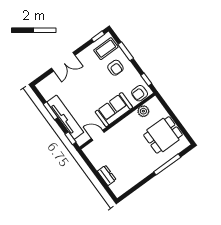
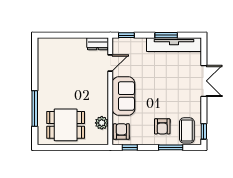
double door: (63, 62) -> (204, 81), swing flipped
armchair: (115, 68) -> (162, 126), turned -90
tv unit: (65, 117) -> (174, 45), moved
dining table: (163, 135) -> (66, 125), turned 90
dresser: (107, 175) -> (98, 44), moved

